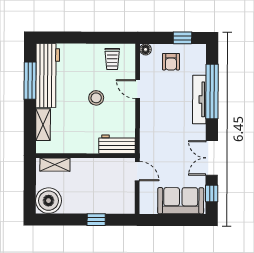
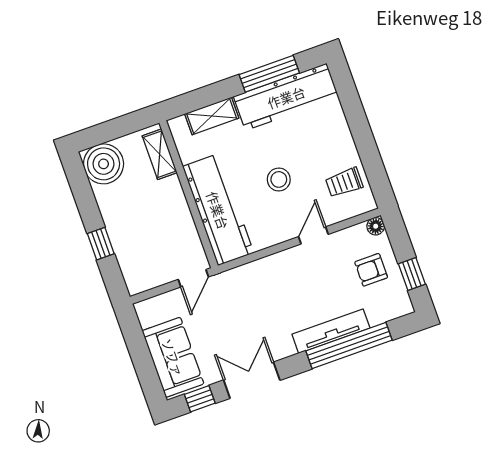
workbench: (117, 144) -> (218, 210), width x1.88, depth x1.32

